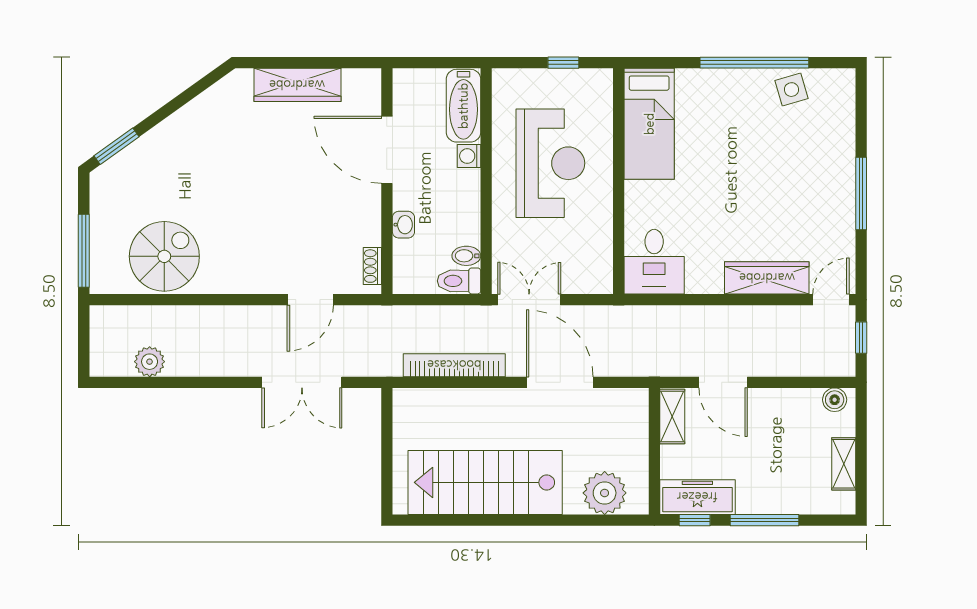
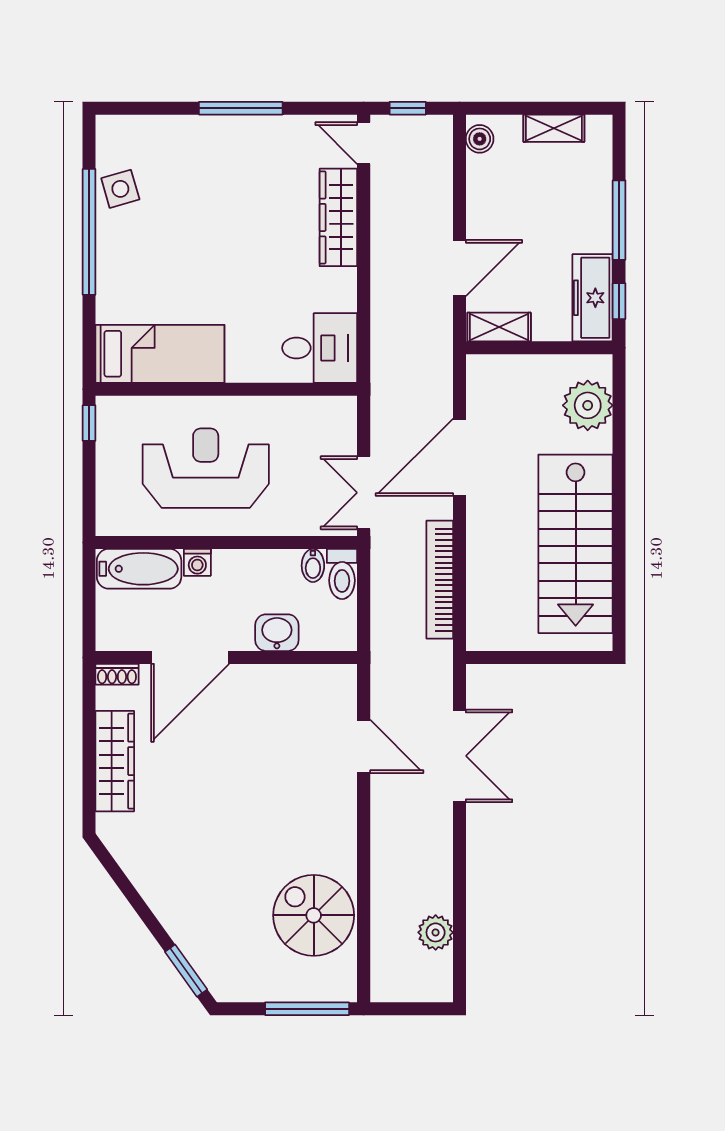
window: (563, 63) -> (89, 423), moved
washbasin: (403, 225) -> (277, 633), width x1.38, depth x1.45
shoe rack: (372, 266) -> (117, 674), moved

